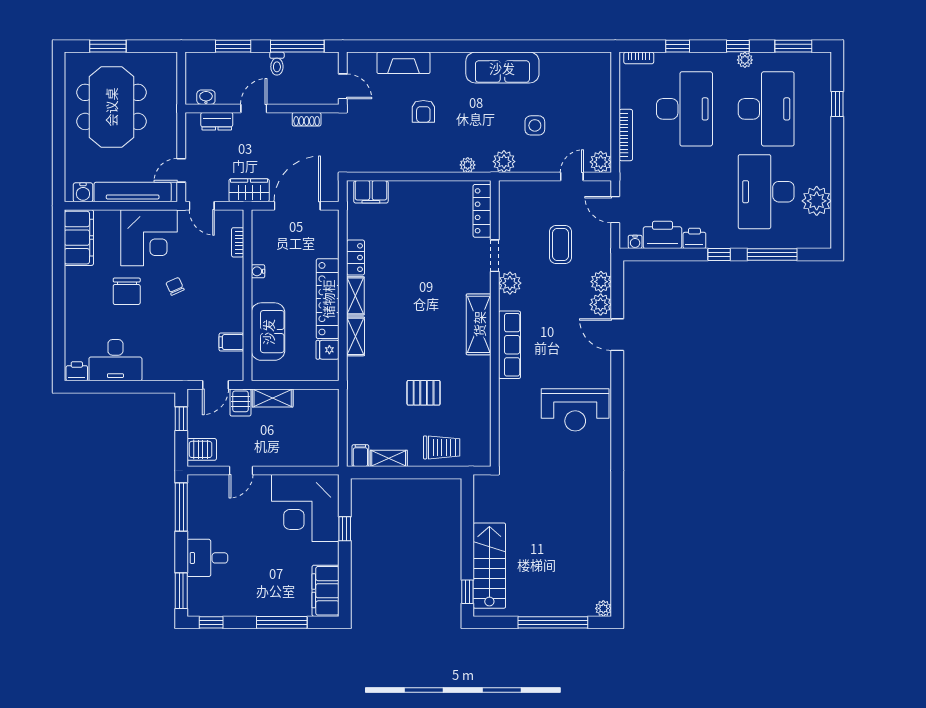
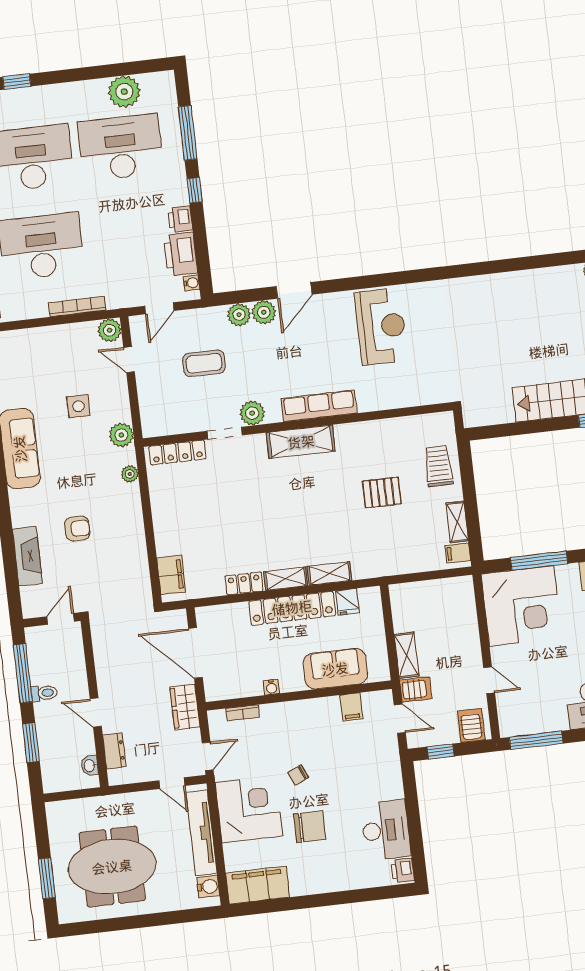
shoe rack: (307, 119) -> (101, 654), removed
desk: (766, 192) -> (121, 147), turned 180
pallet: (424, 393) -> (382, 493), turned 90
window: (345, 529) -> (539, 561), width x2.17

